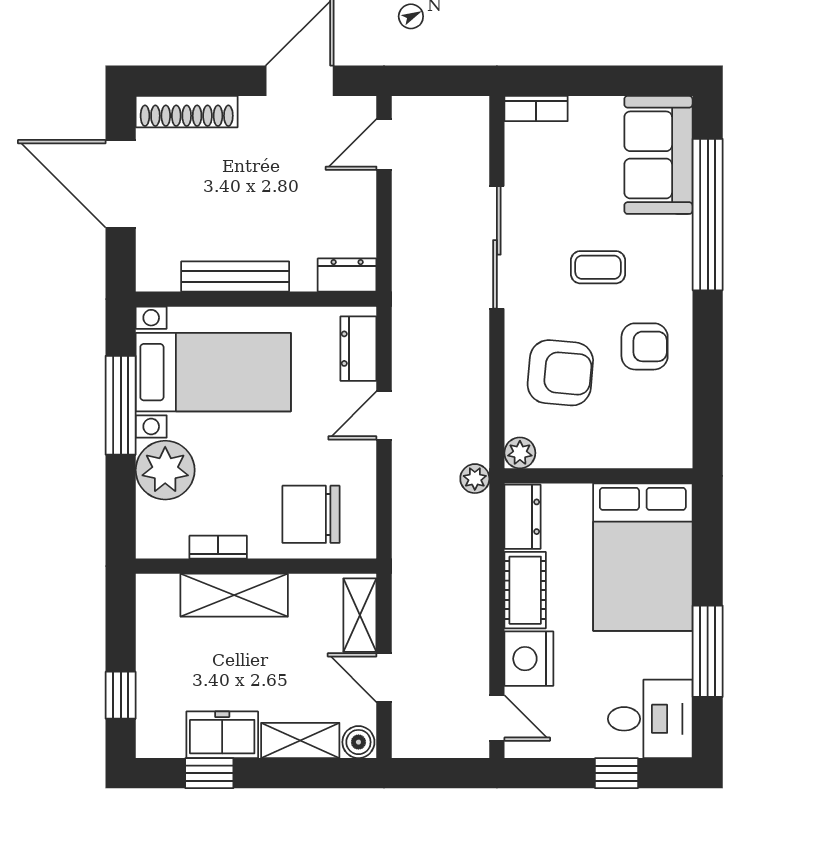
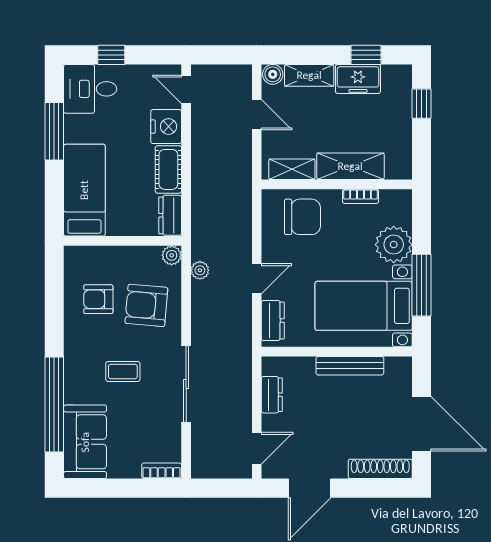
dresser: (347, 275) -> (272, 395), moved, turned -90
armchair: (645, 346) -> (98, 299), moved
plant: (475, 479) -> (200, 270), moved
bed: (643, 557) -> (84, 190), width x0.67
shelving: (360, 615) -> (292, 169), moved, turned 90

